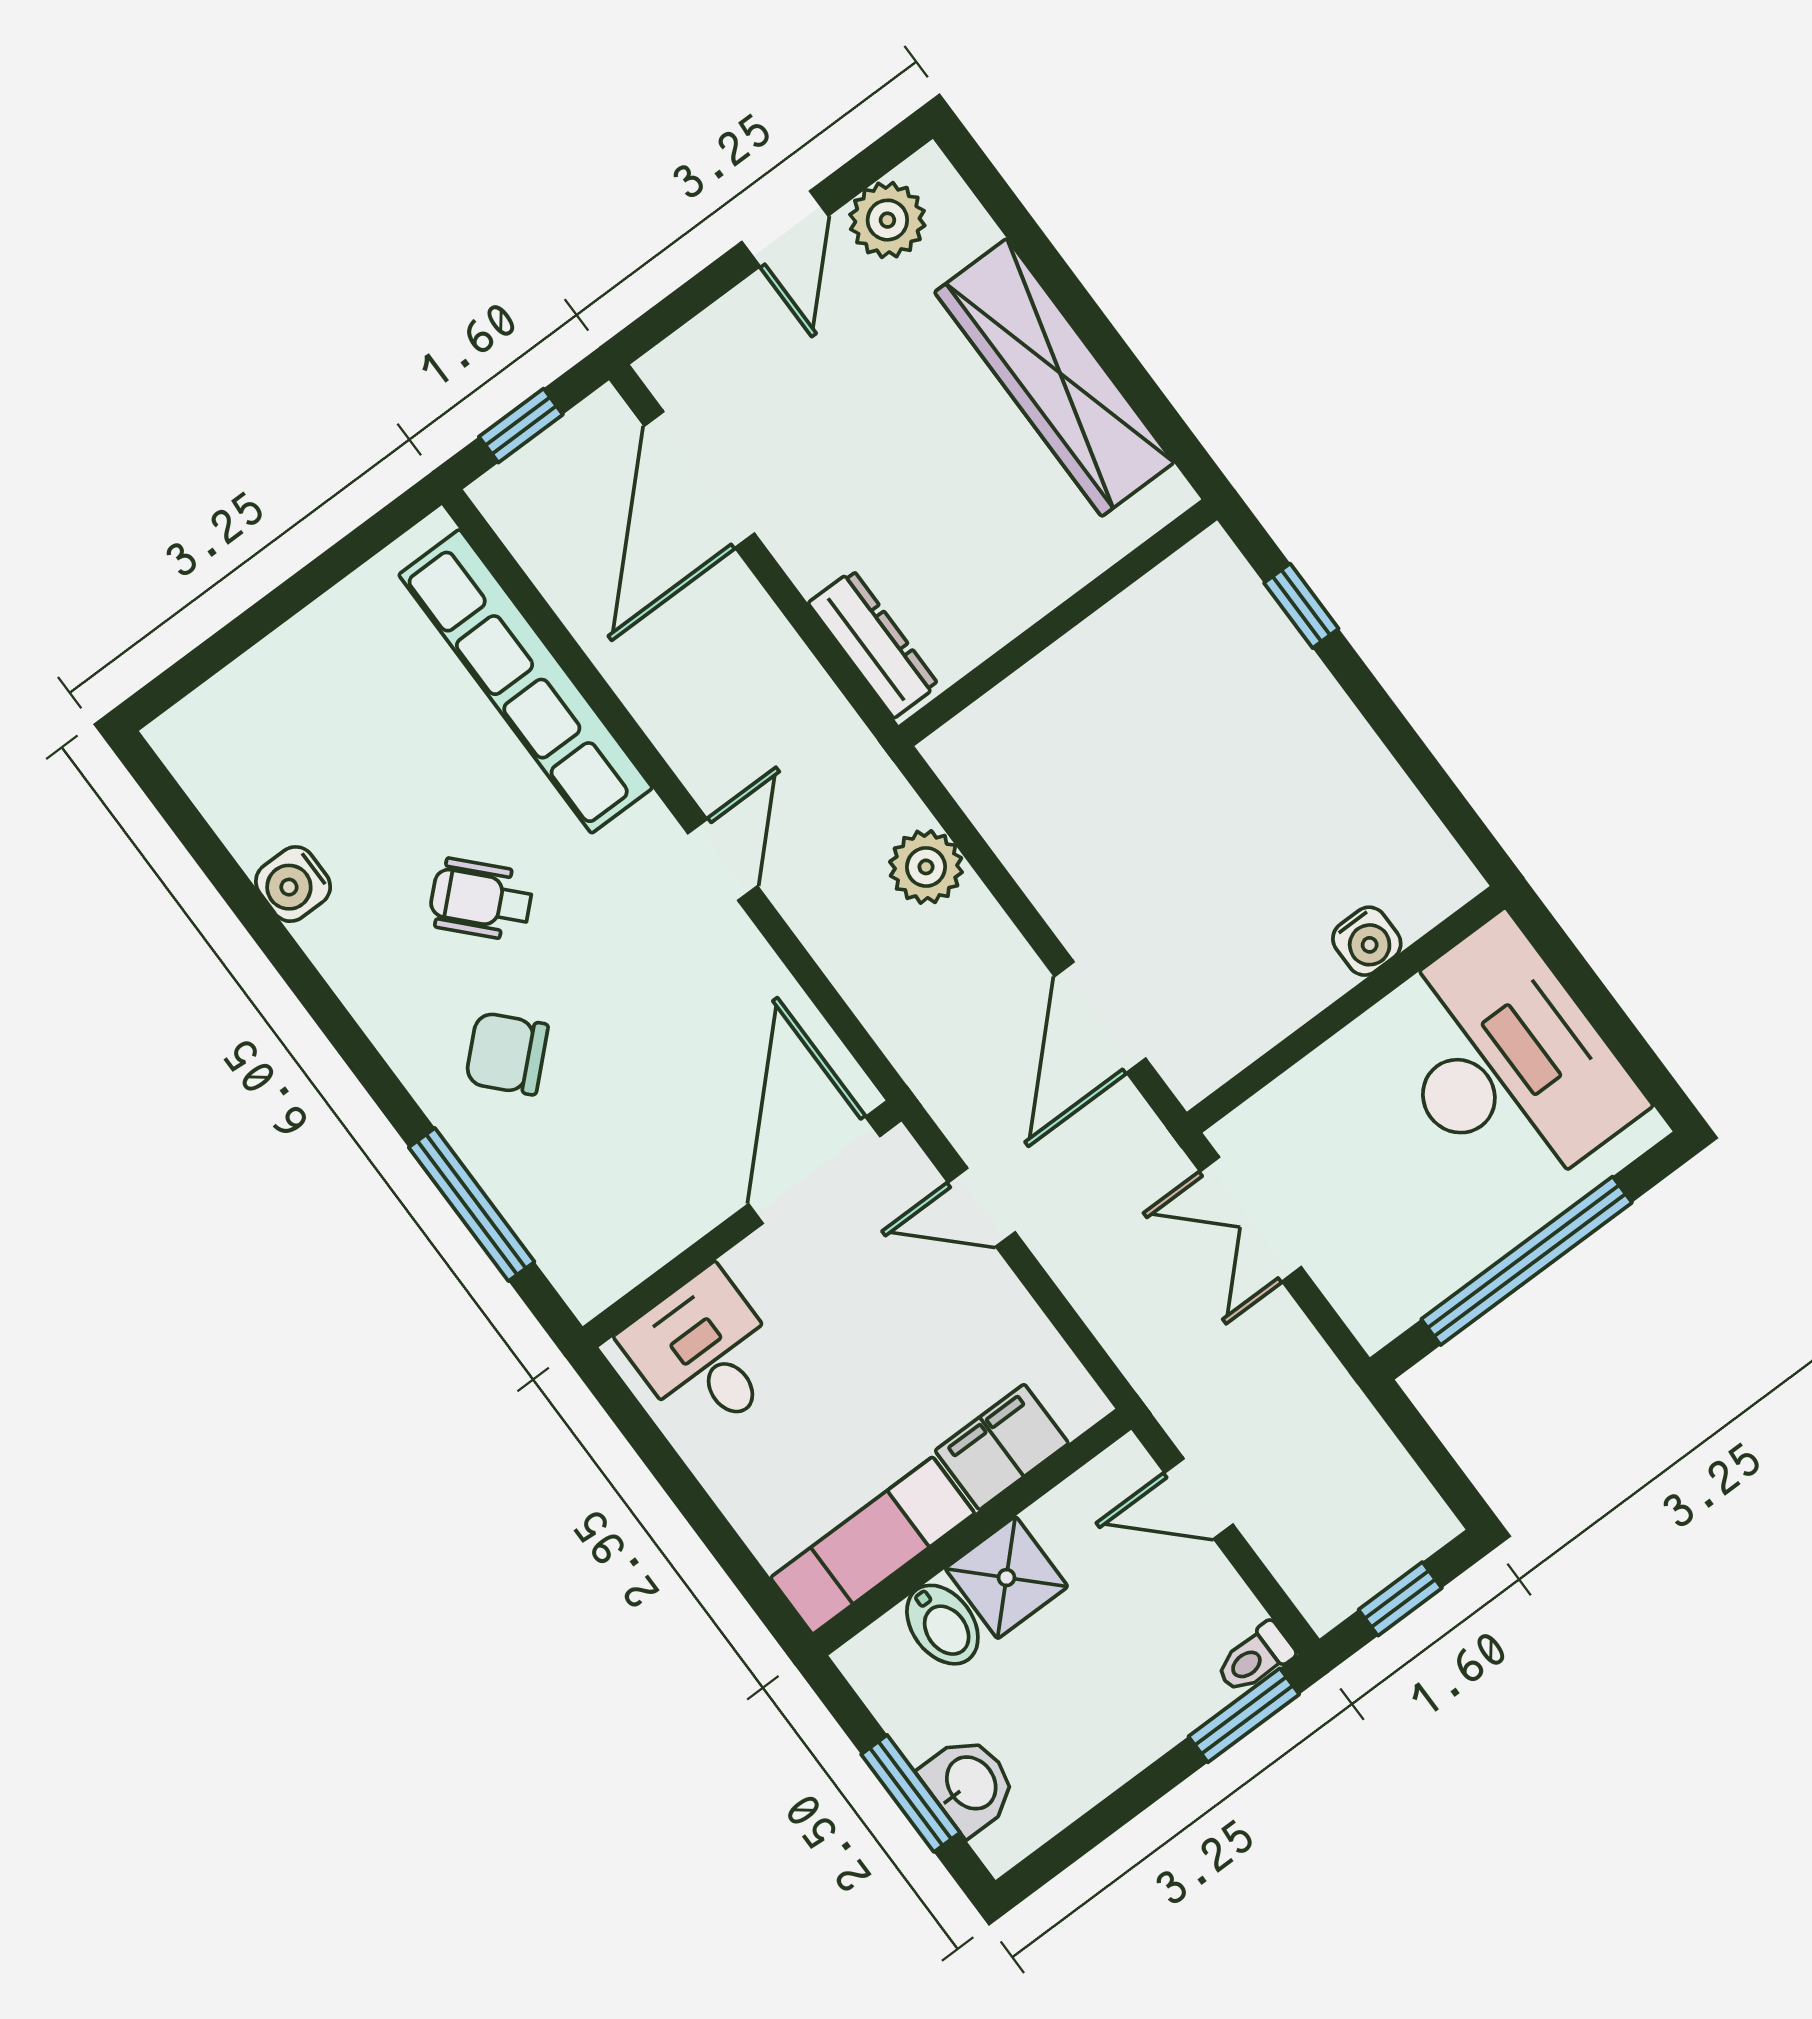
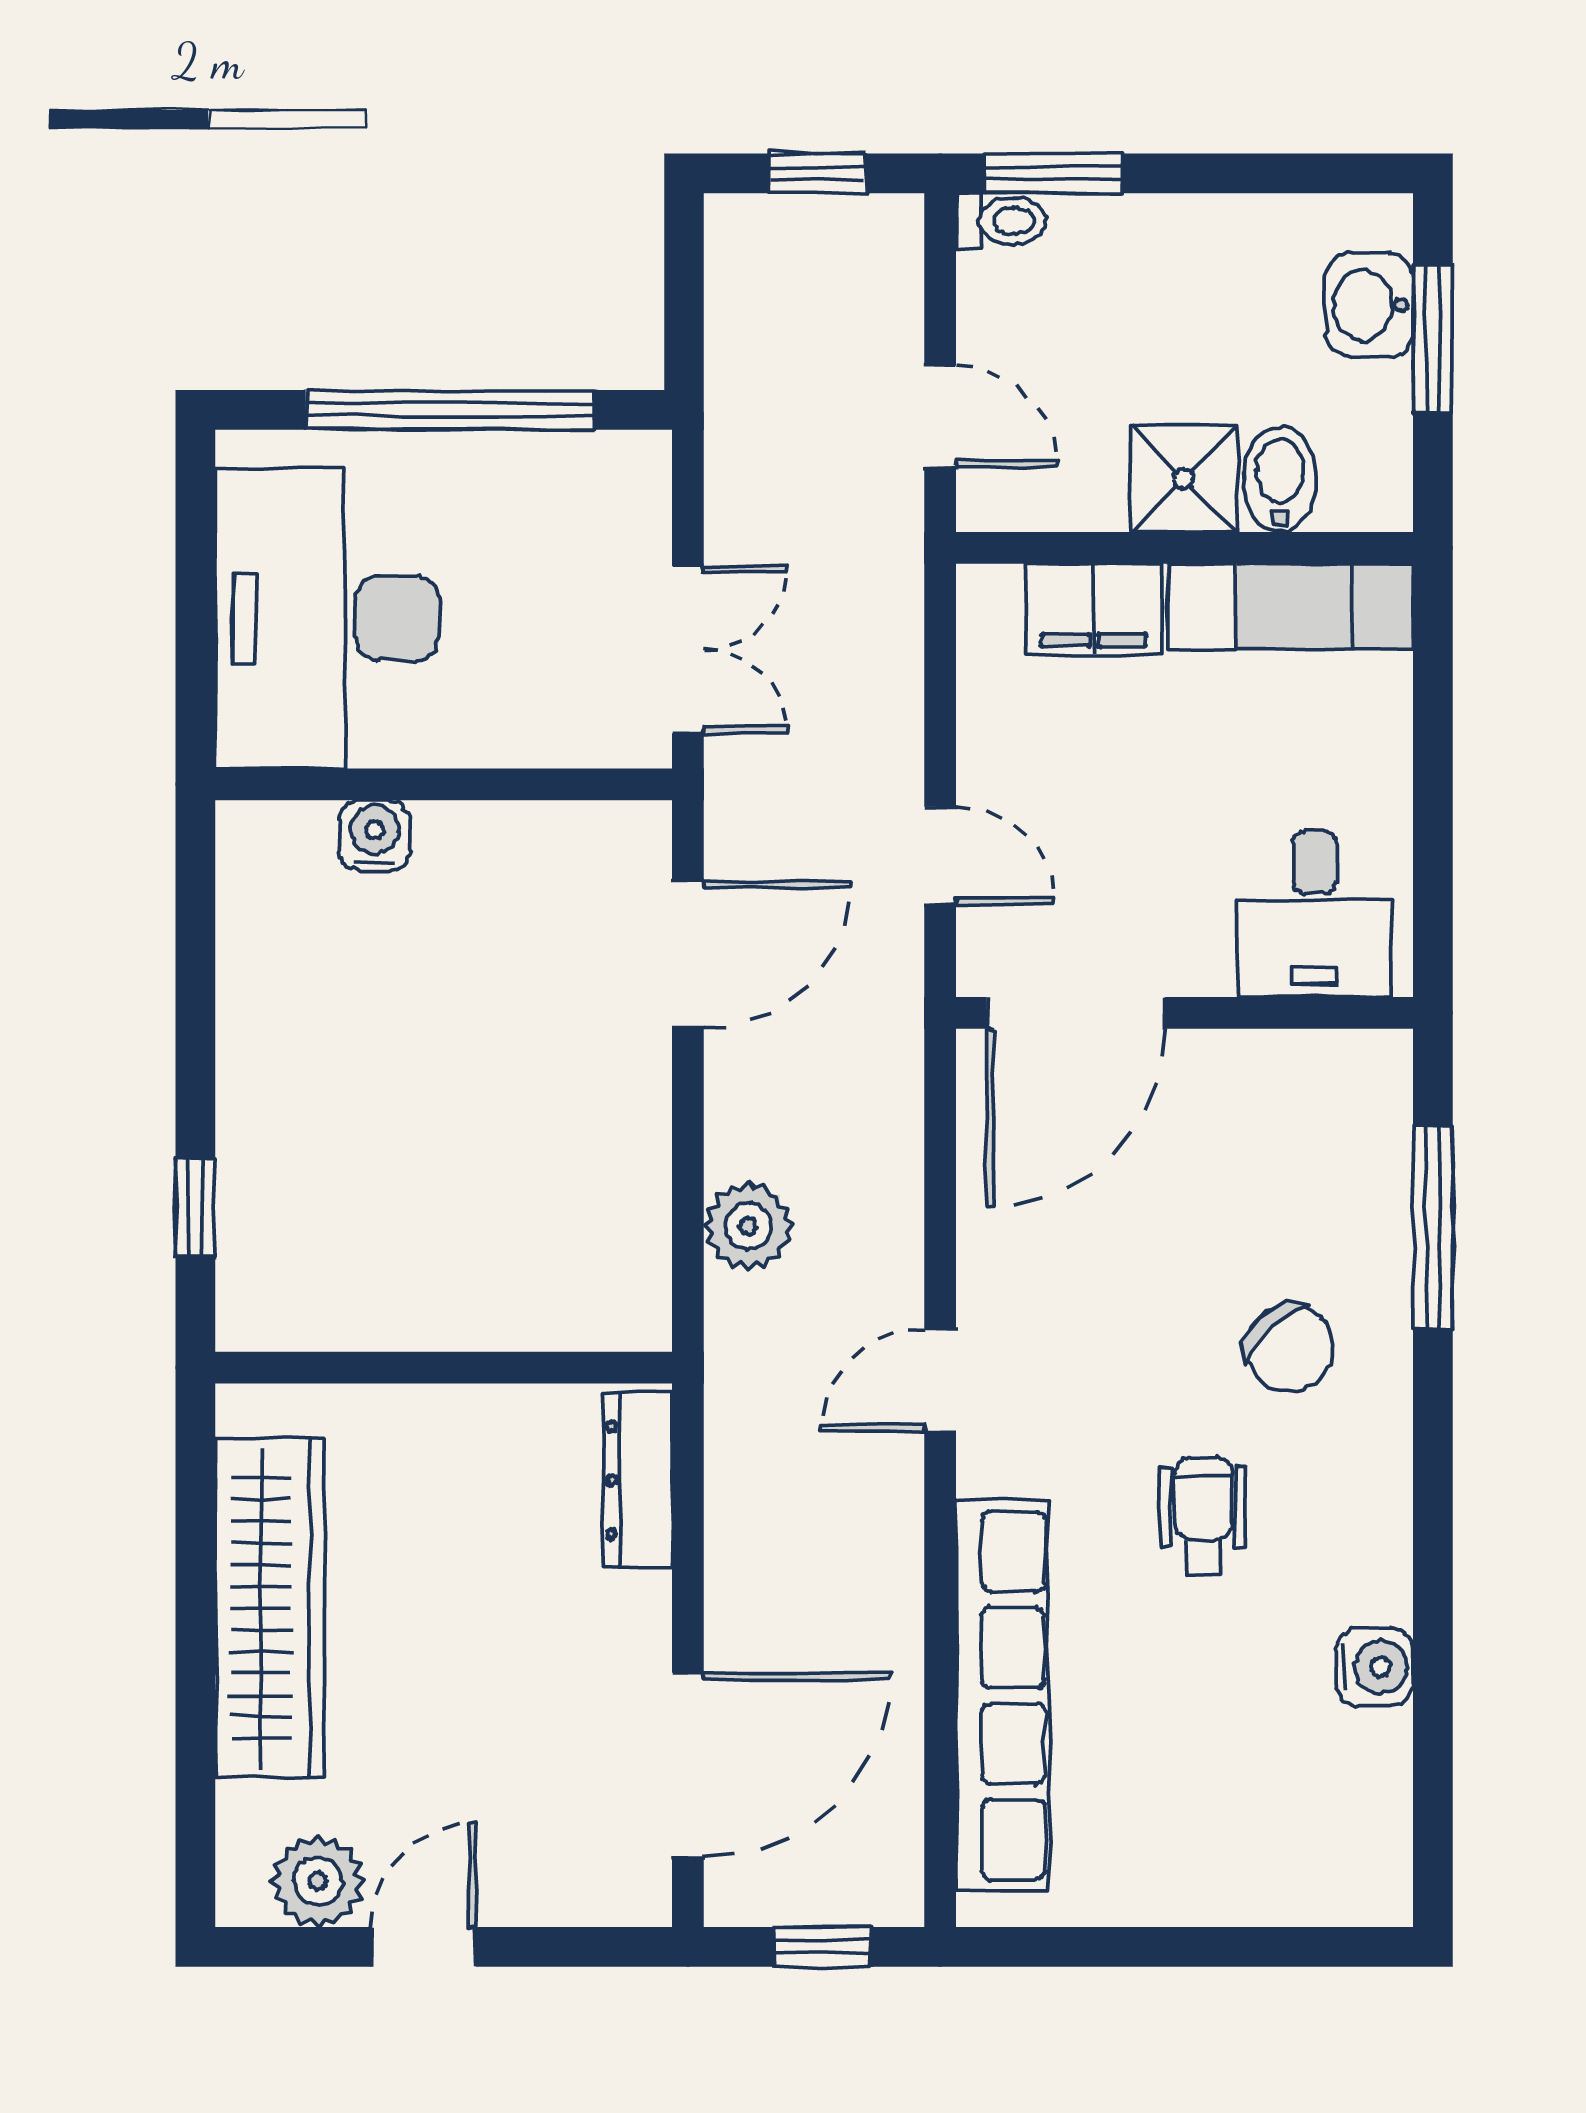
wheelchair: (481, 900) -> (1203, 1516), turned -137

